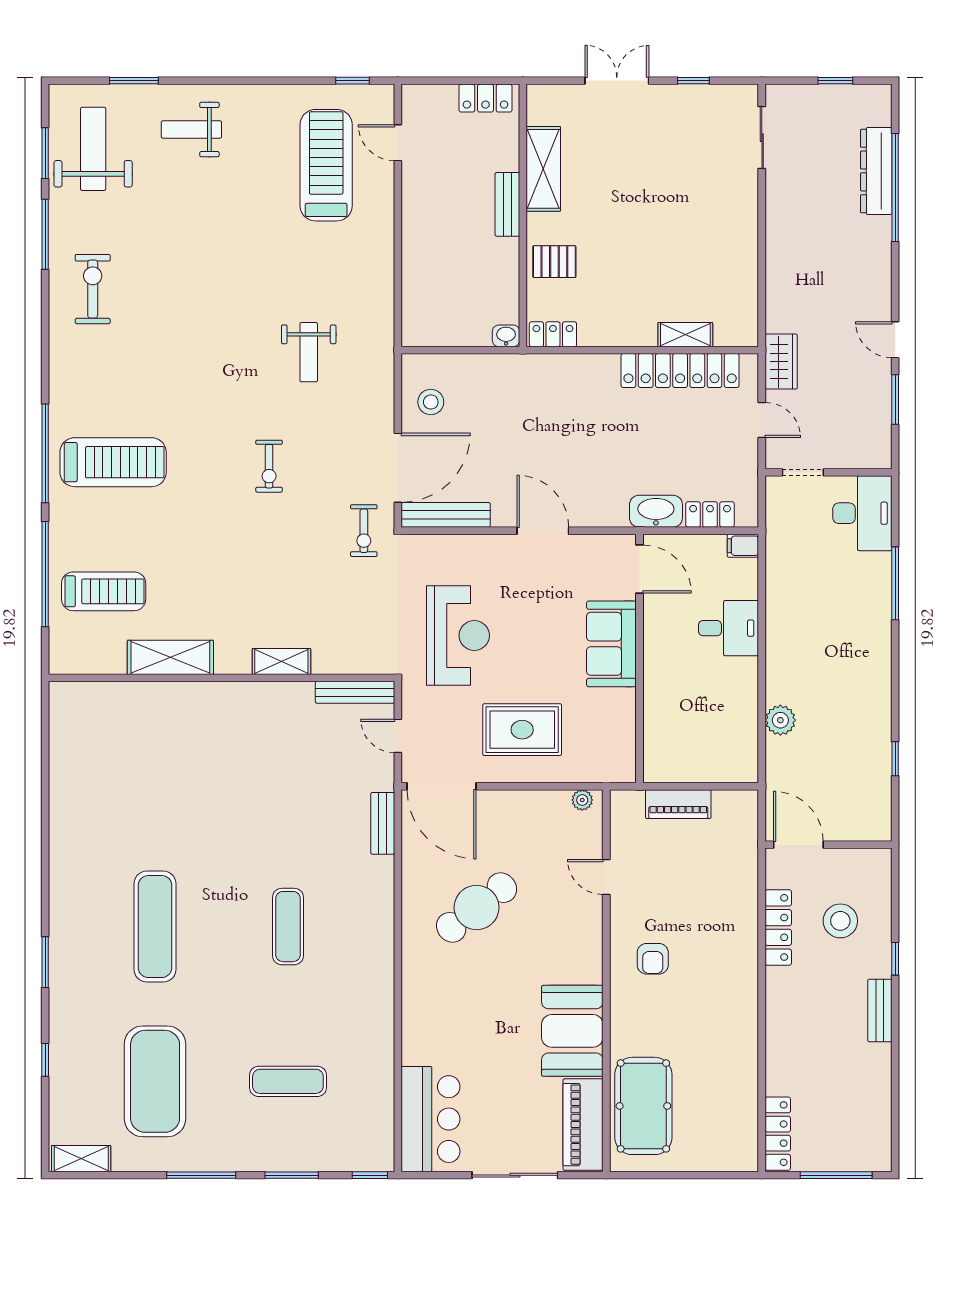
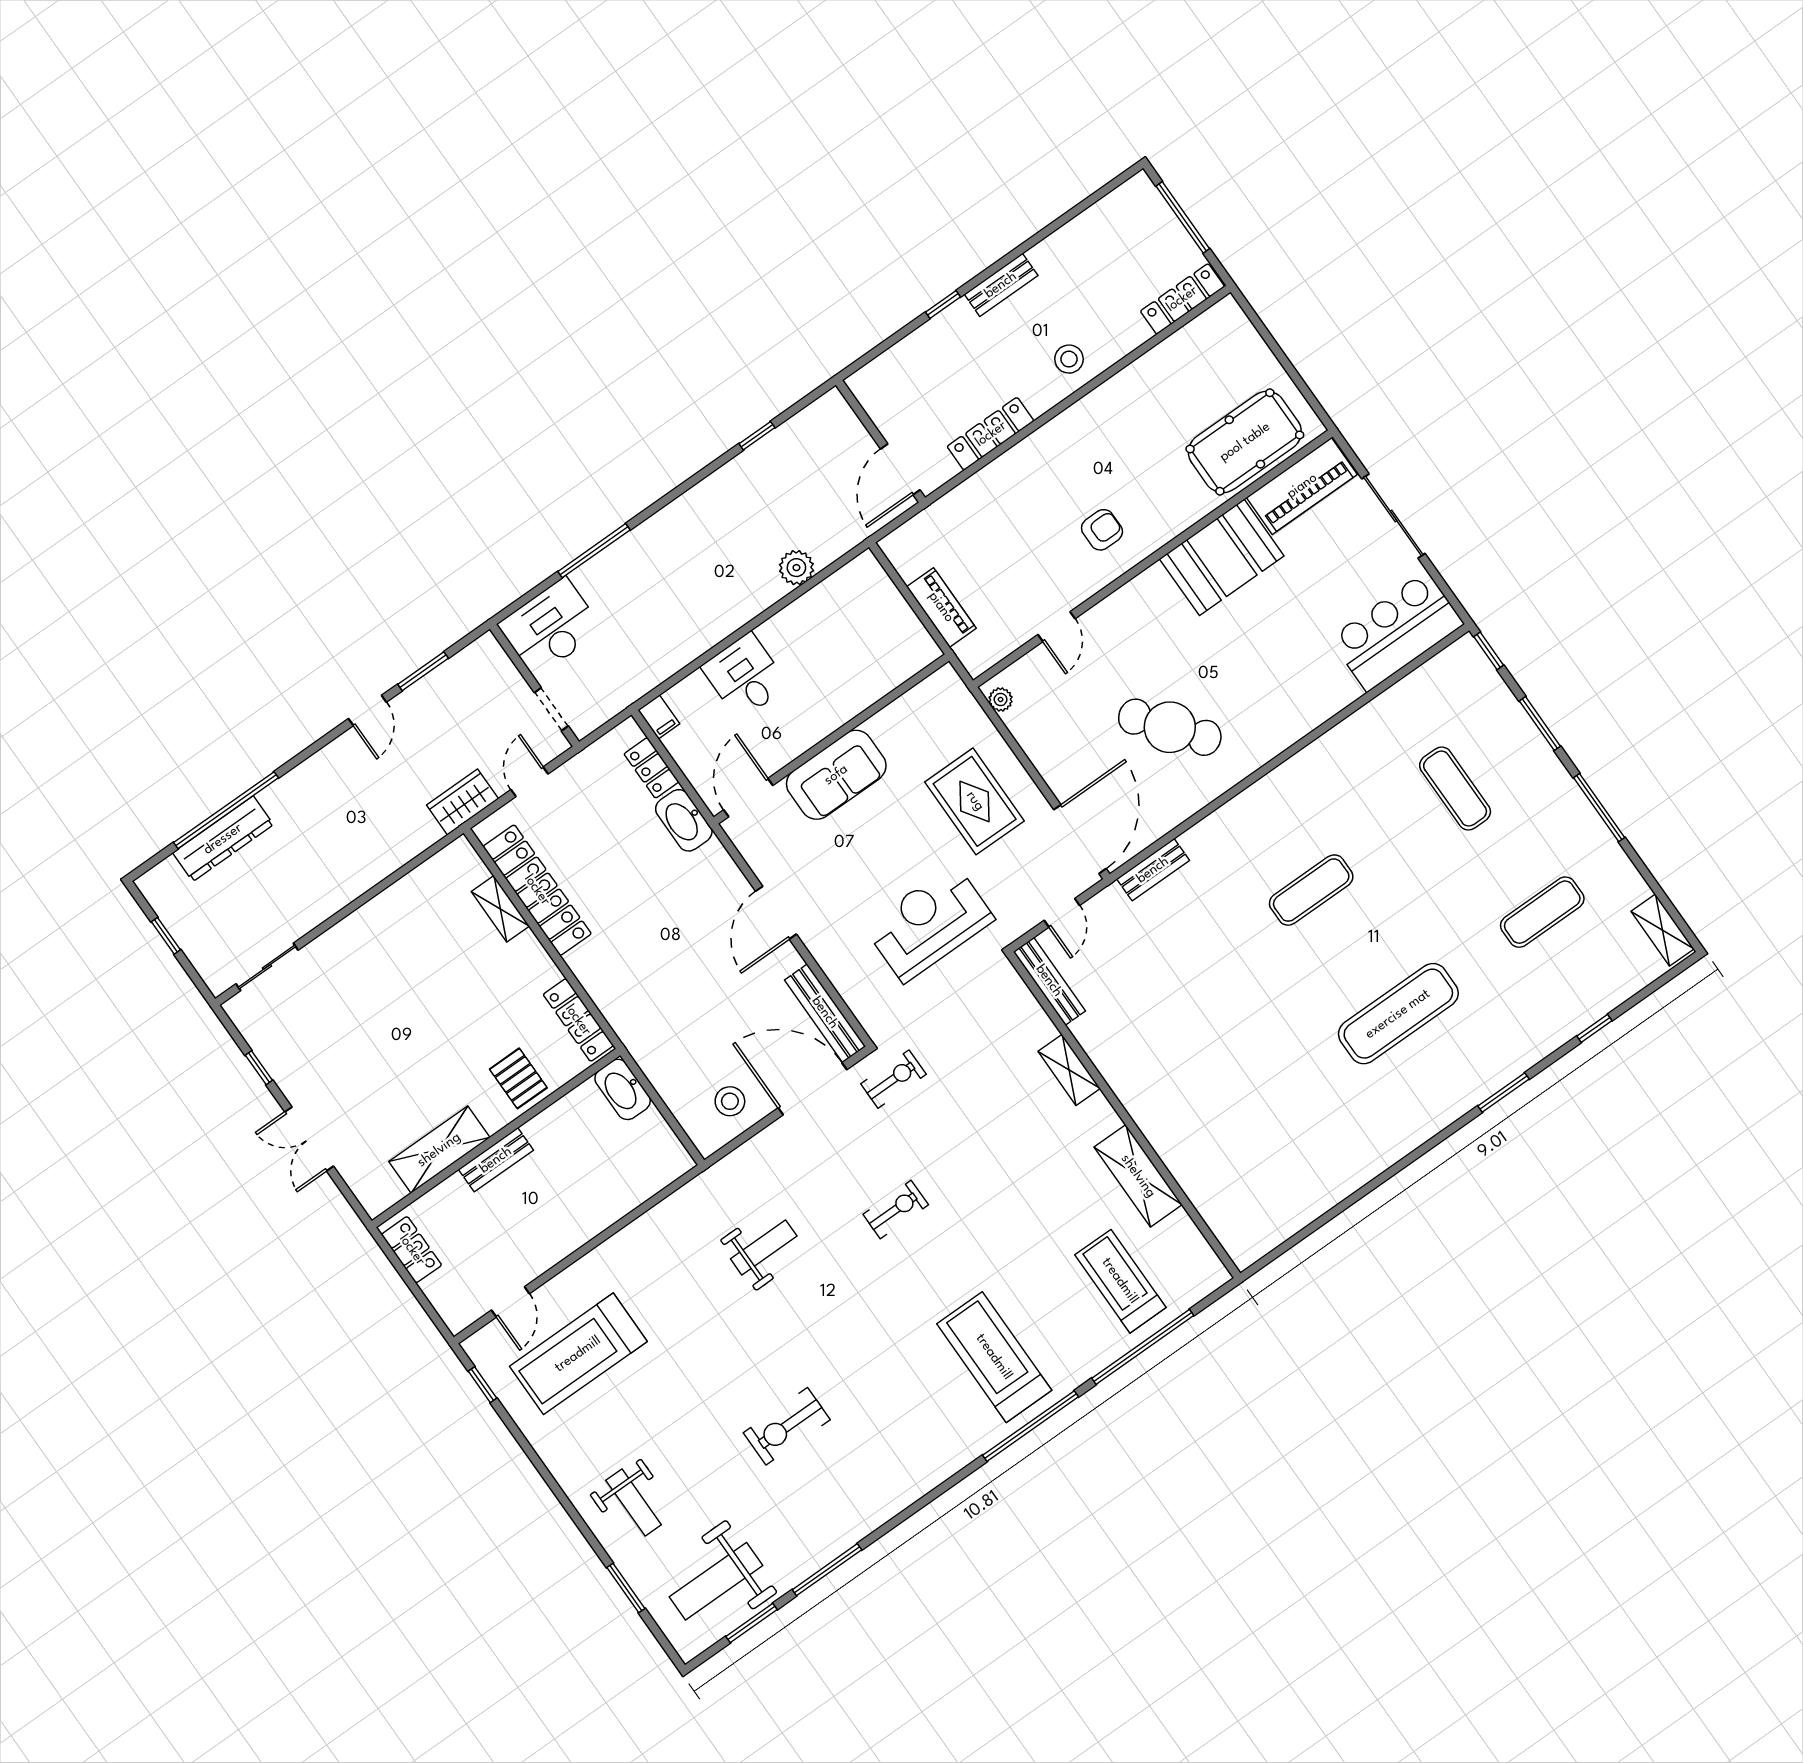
exercise bike: (93, 289) -> (787, 1426), moved
locker: (553, 334) -> (578, 1020), width x1.53
washbasin: (506, 336) -> (623, 1089), width x1.91, depth x1.45
stool: (840, 921) -> (1069, 359), moved, width x0.73, depth x0.73
exercise mat: (155, 1081) -> (1542, 912), width x0.50, depth x0.69

